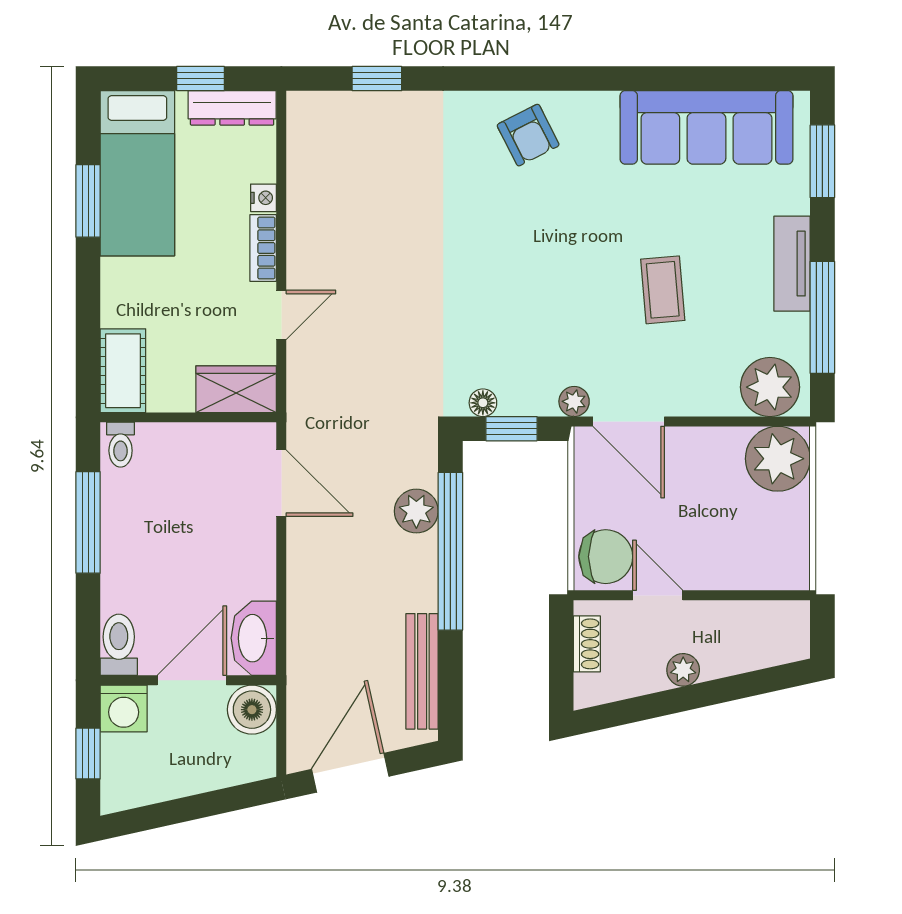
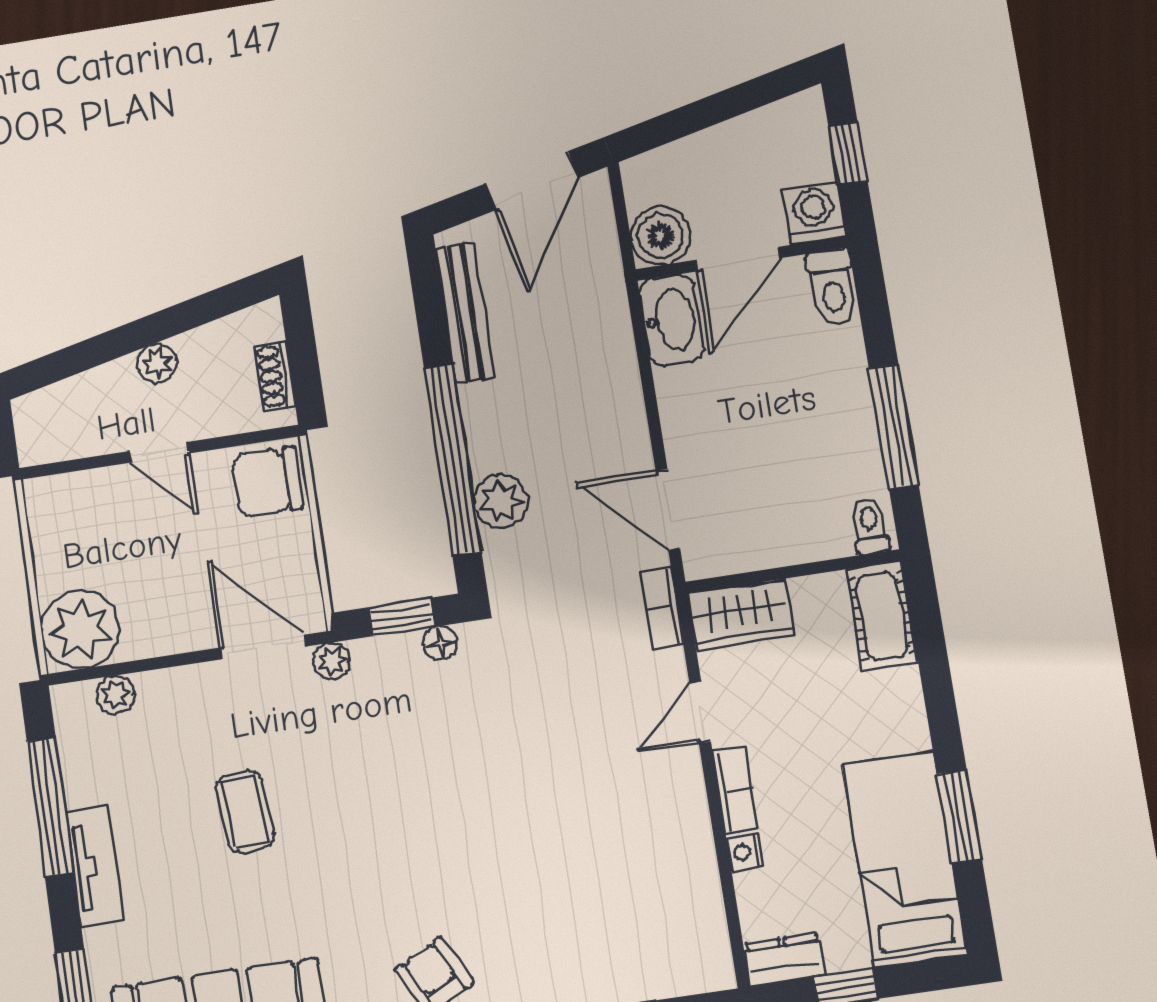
dresser: (232, 108) -> (785, 960), width x0.70
plant: (770, 387) -> (115, 695), width x0.53, depth x0.53
bookcase: (299, 404) -> (662, 608), added
door: (658, 595) -> (159, 452), moved

